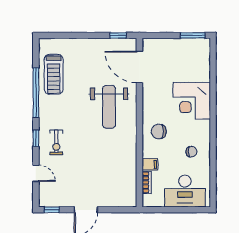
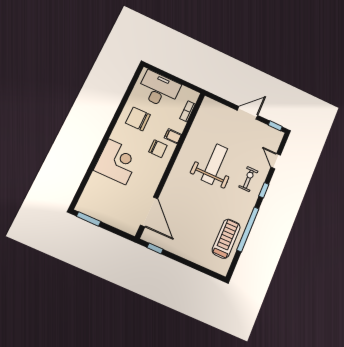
weight bench: (109, 107) -> (214, 164), moved
chair: (191, 152) -> (138, 119), width x1.87, depth x1.87
filing cabinet: (150, 164) -> (173, 136), moved

